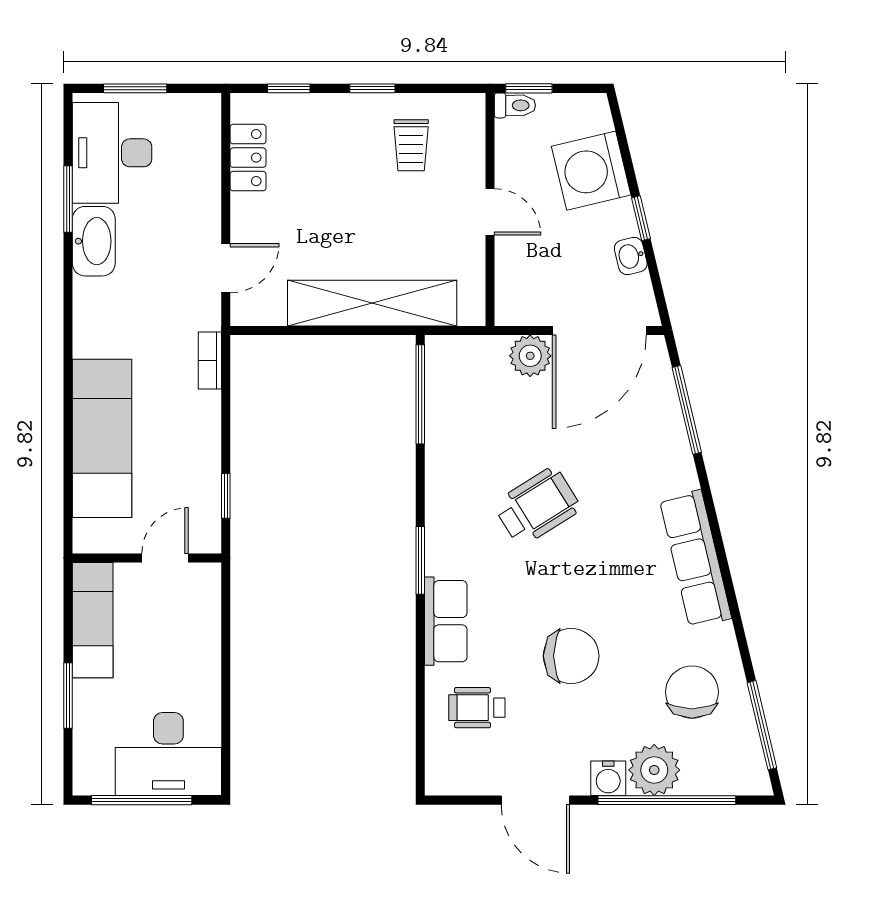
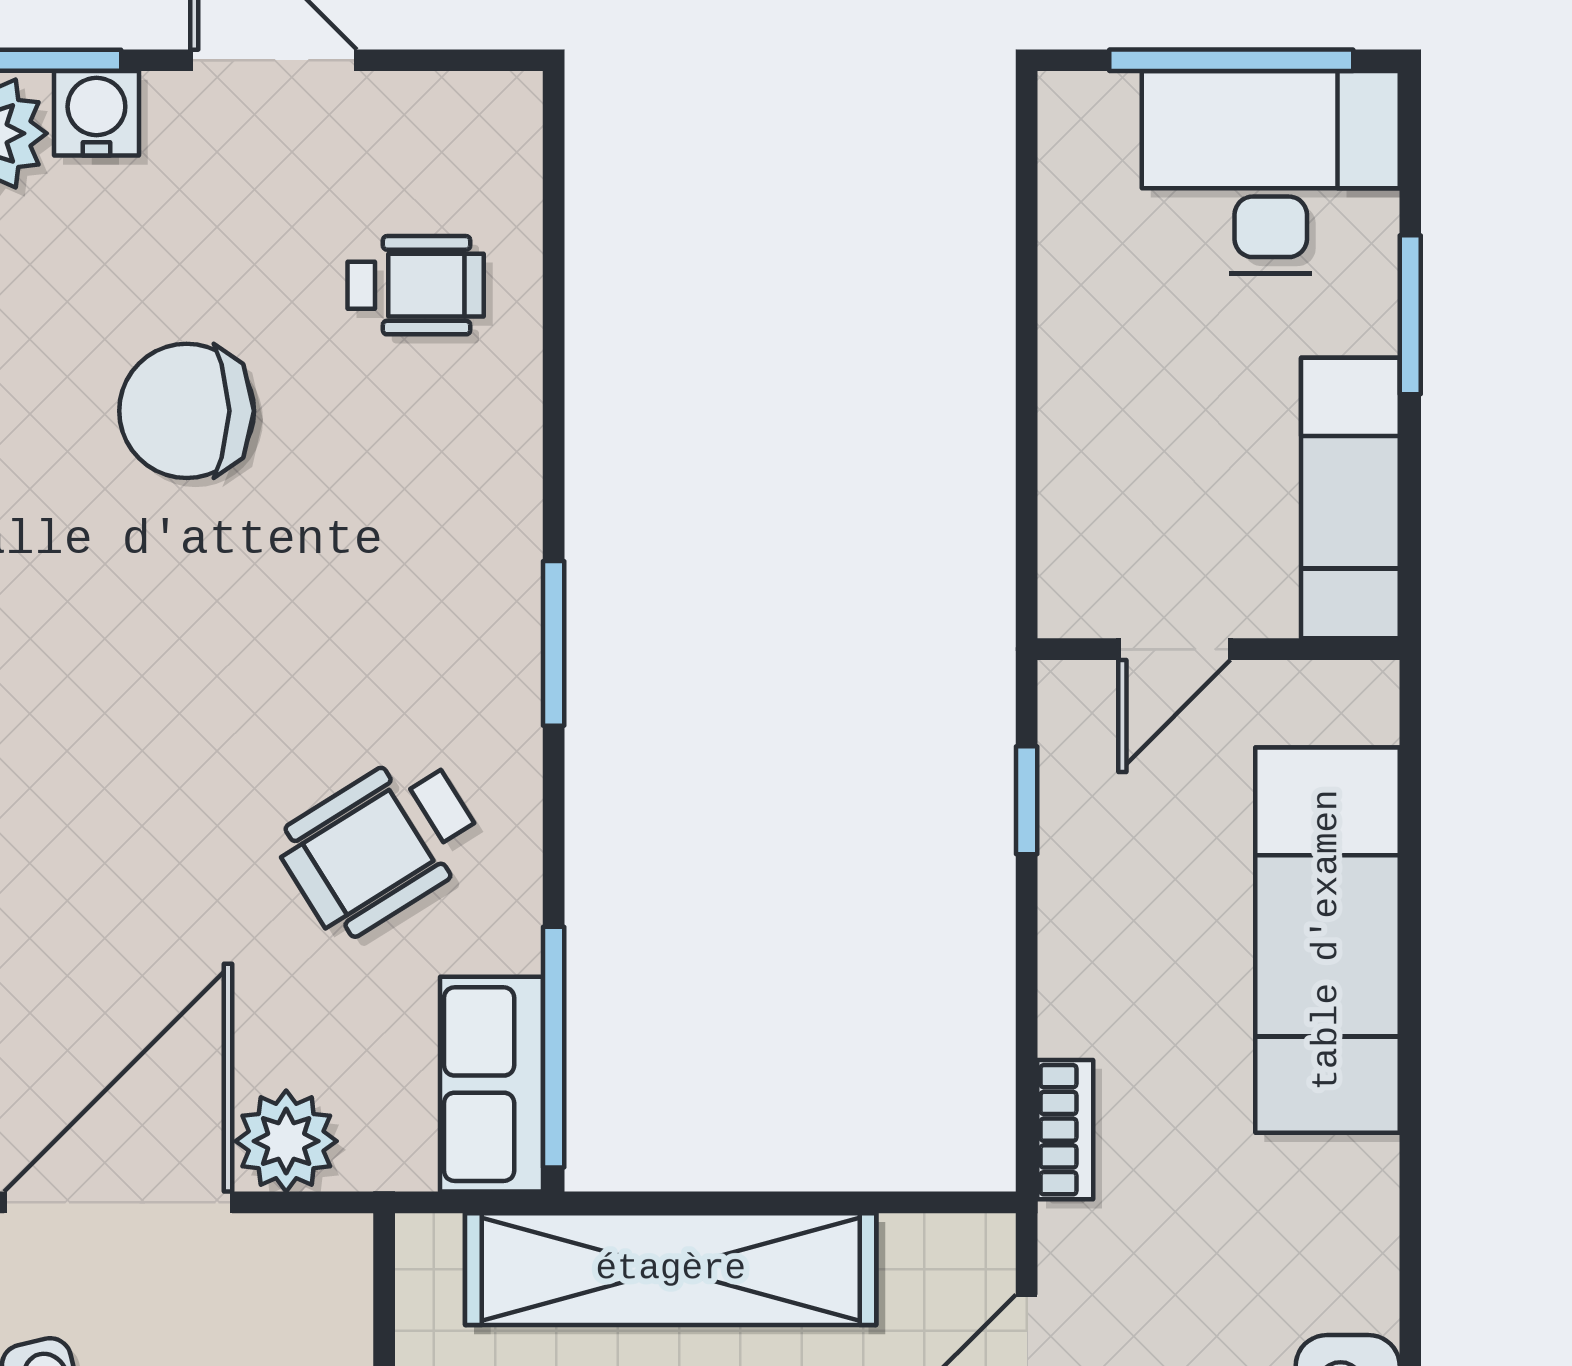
wheelchair: (537, 506) -> (380, 845), moved
row of seats: (446, 621) -> (491, 1084), moved
desk: (168, 754) -> (1271, 172), moved

